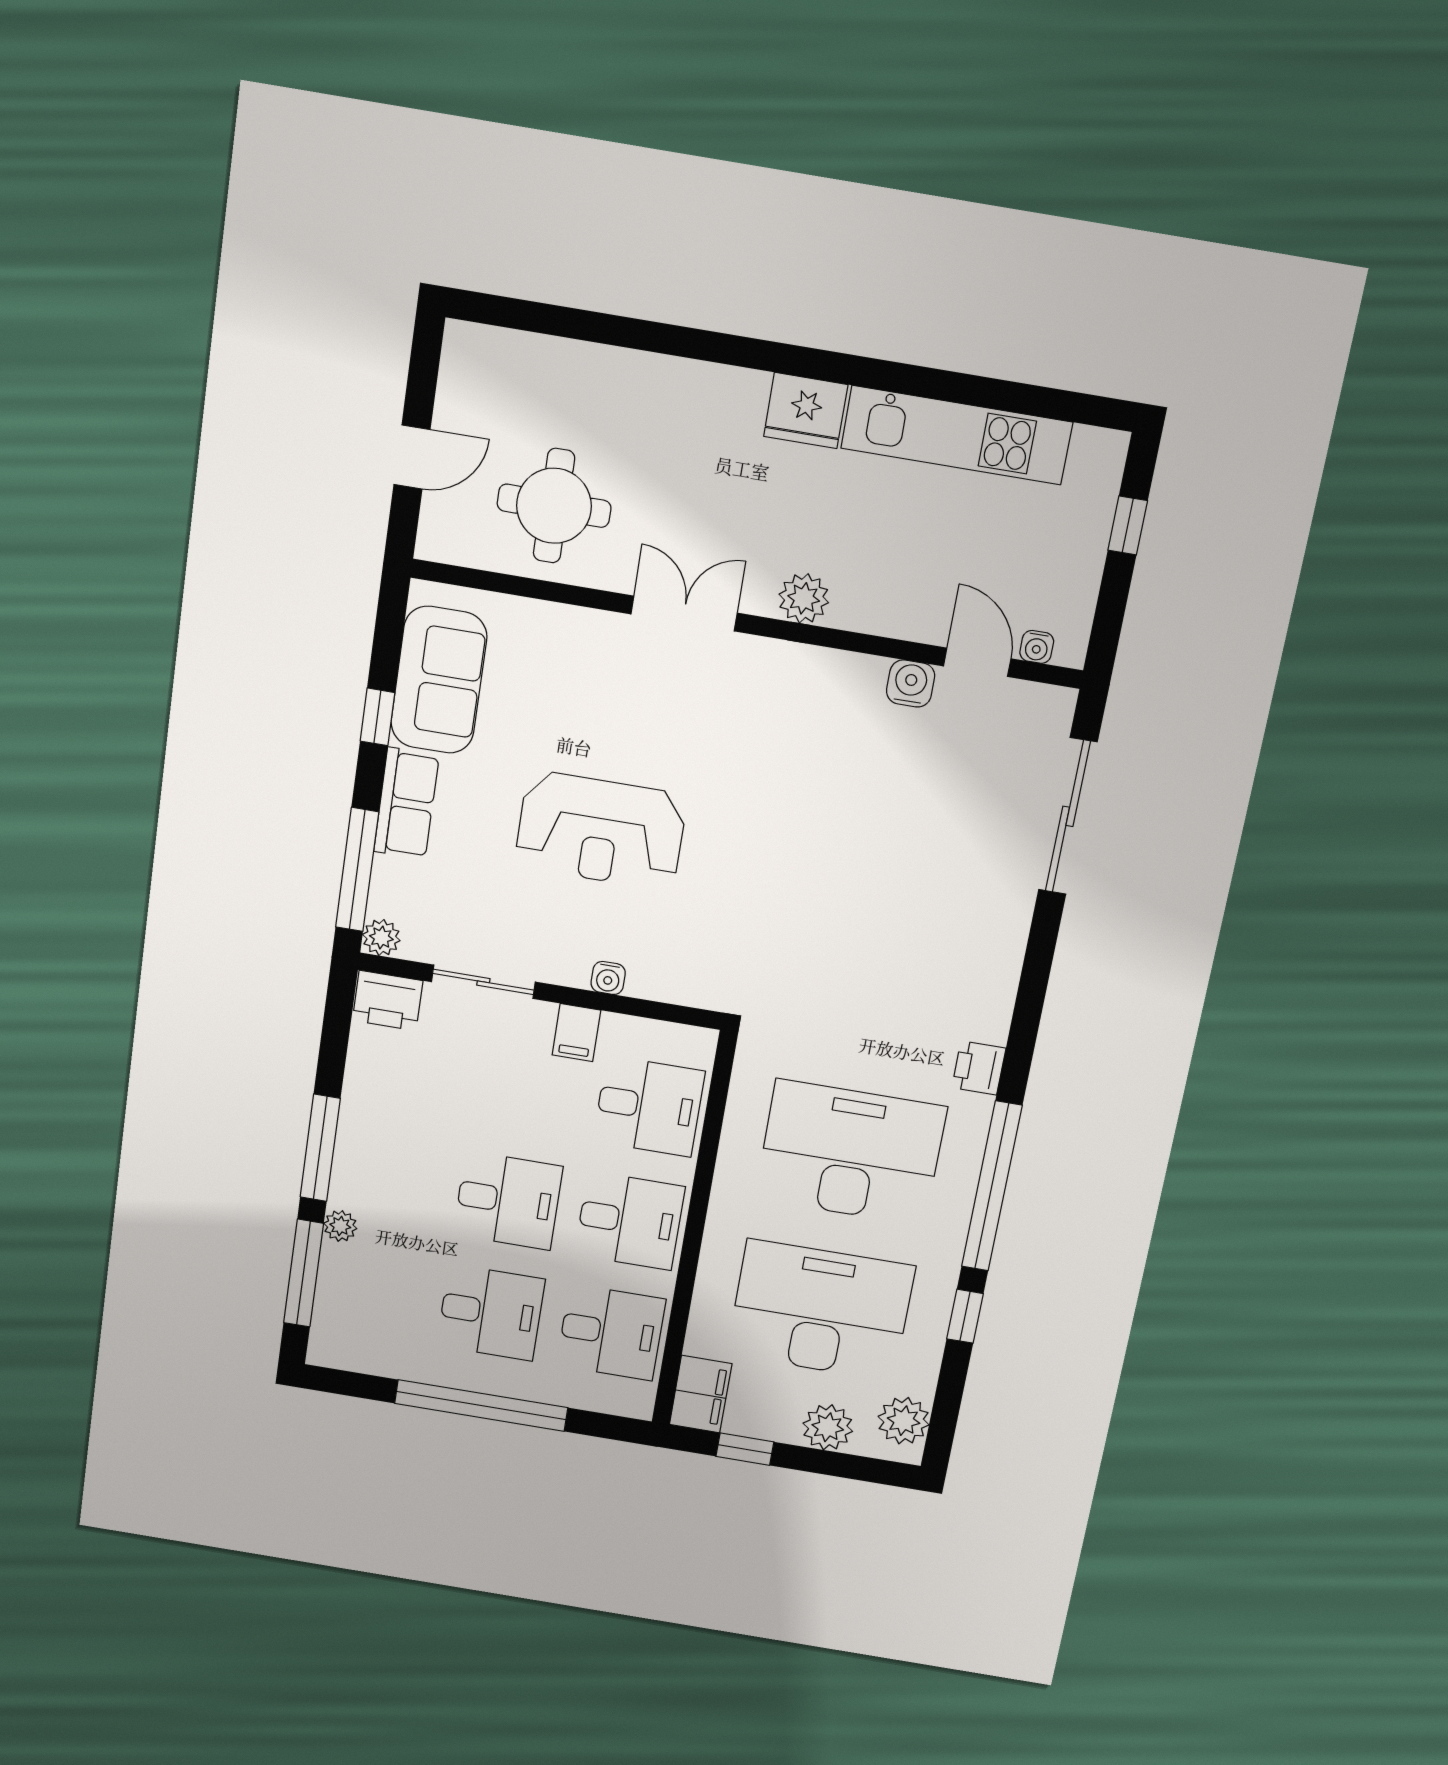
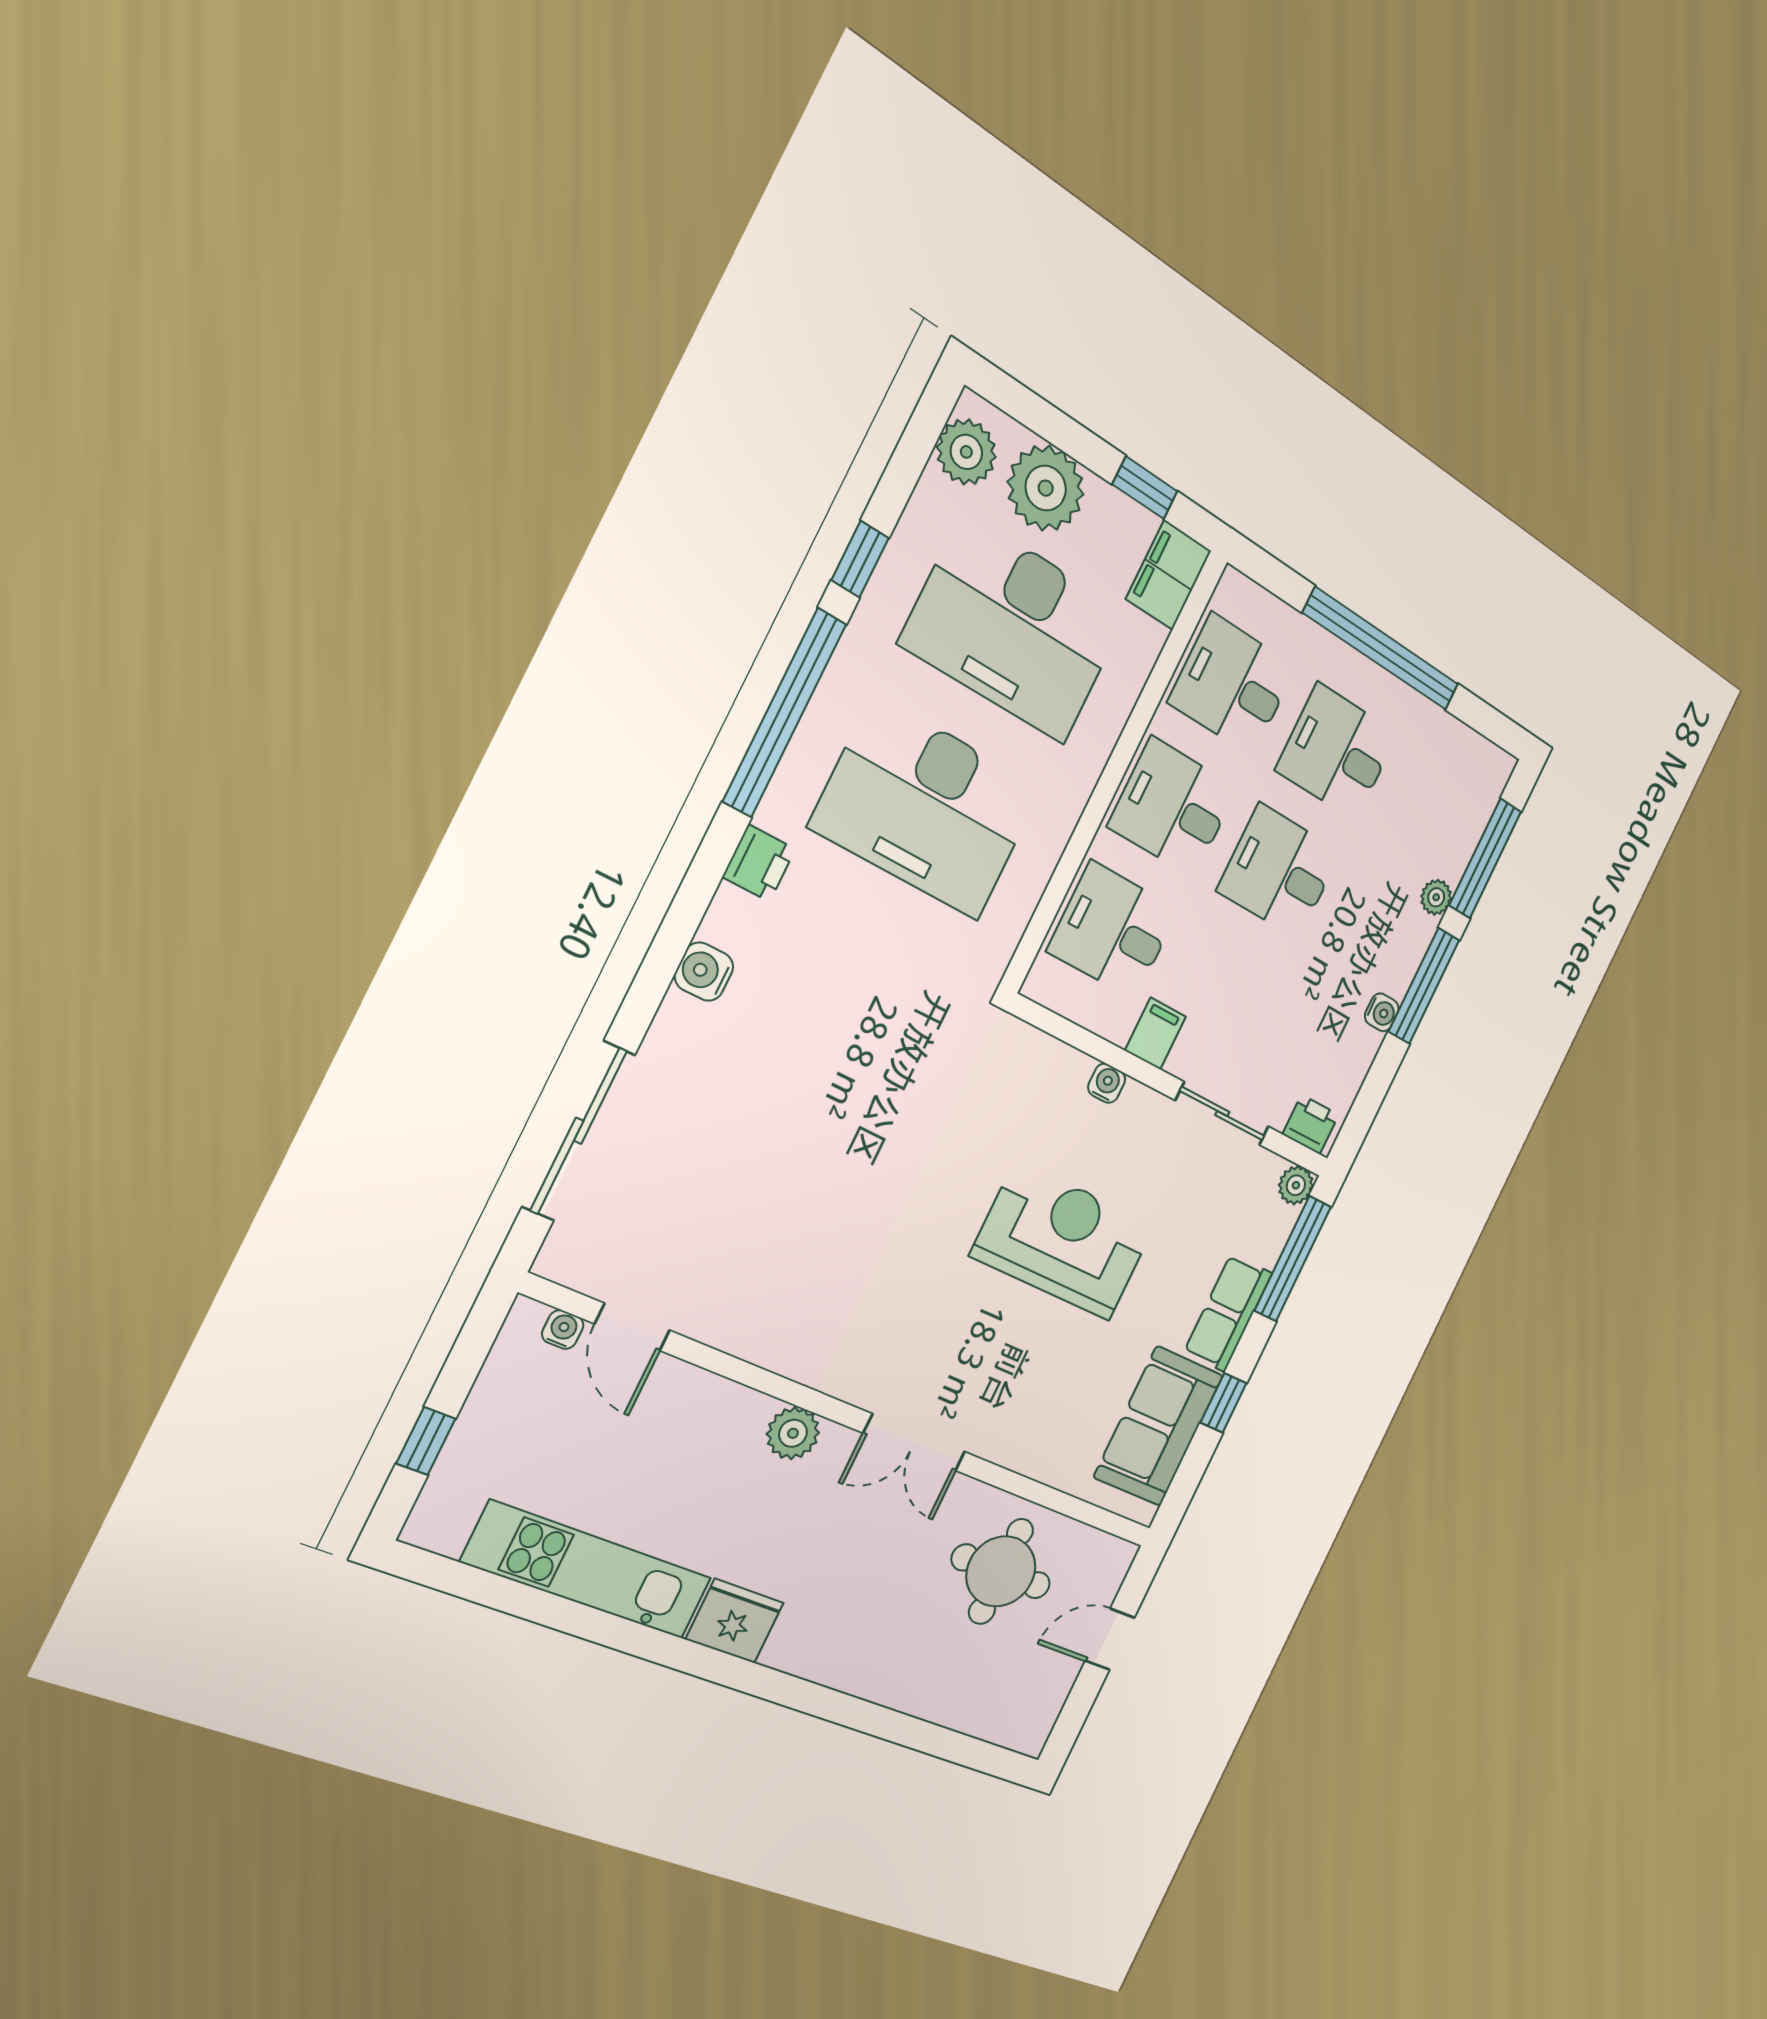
water cooler: (911, 683) -> (704, 972), moved, turned 90
printer: (388, 1001) -> (1311, 1124), width x0.73, depth x0.81
water cooler: (355, 1113) -> (1382, 1012), added
plant: (828, 1427) -> (1046, 488), width x1.36, depth x1.36

